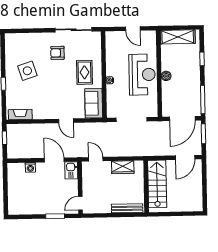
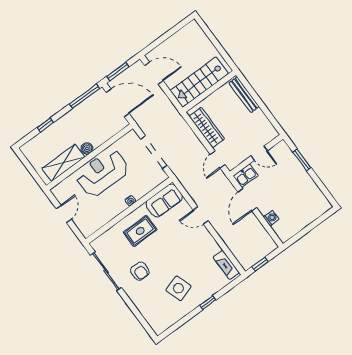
shelving: (178, 37) -> (63, 163), moved, turned 90
door: (66, 121) -> (201, 215), swing flipped
wardrobe: (123, 167) -> (207, 127), width x1.50
door: (80, 203) -> (259, 153), moved

